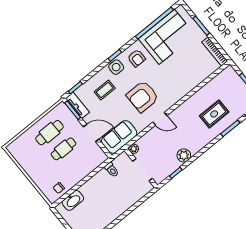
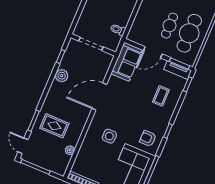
side table: (116, 67) -> (109, 136), moved
armchair: (143, 97) -> (125, 108), removed
rug: (214, 114) -> (54, 126), turned 90
door: (160, 119) -> (99, 96), width x1.88
cafe table: (49, 133) -> (189, 33), width x1.37, depth x1.35
plant: (134, 149) -> (70, 150), moved

